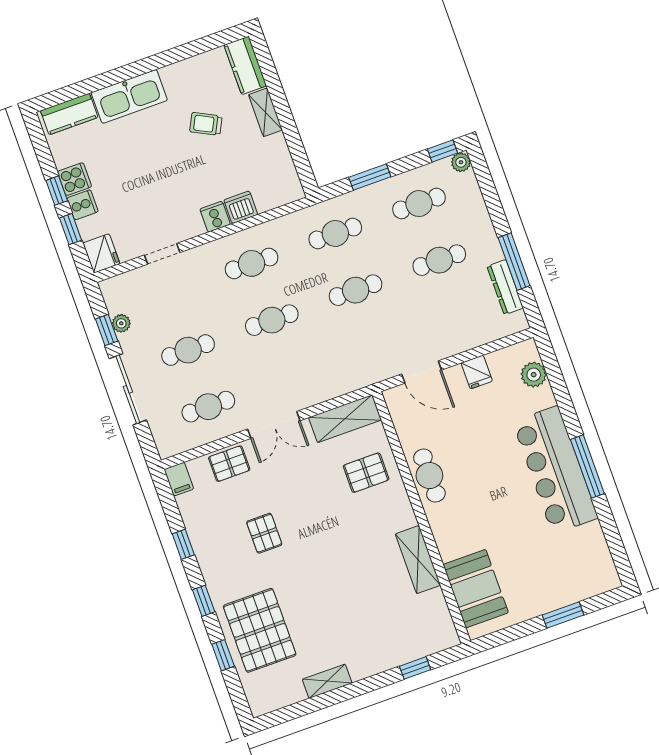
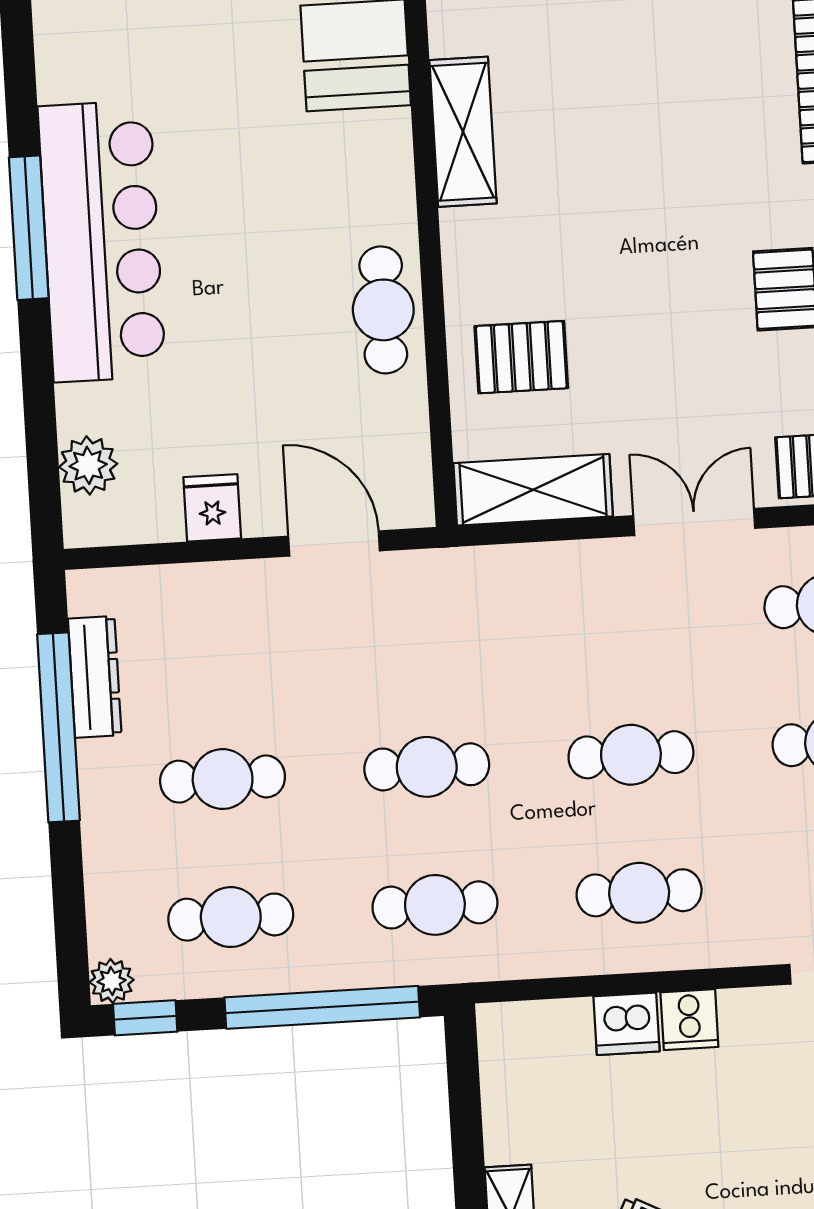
window: (370, 177) -> (322, 1007), width x2.11
window: (514, 262) -> (58, 727), width x1.46

